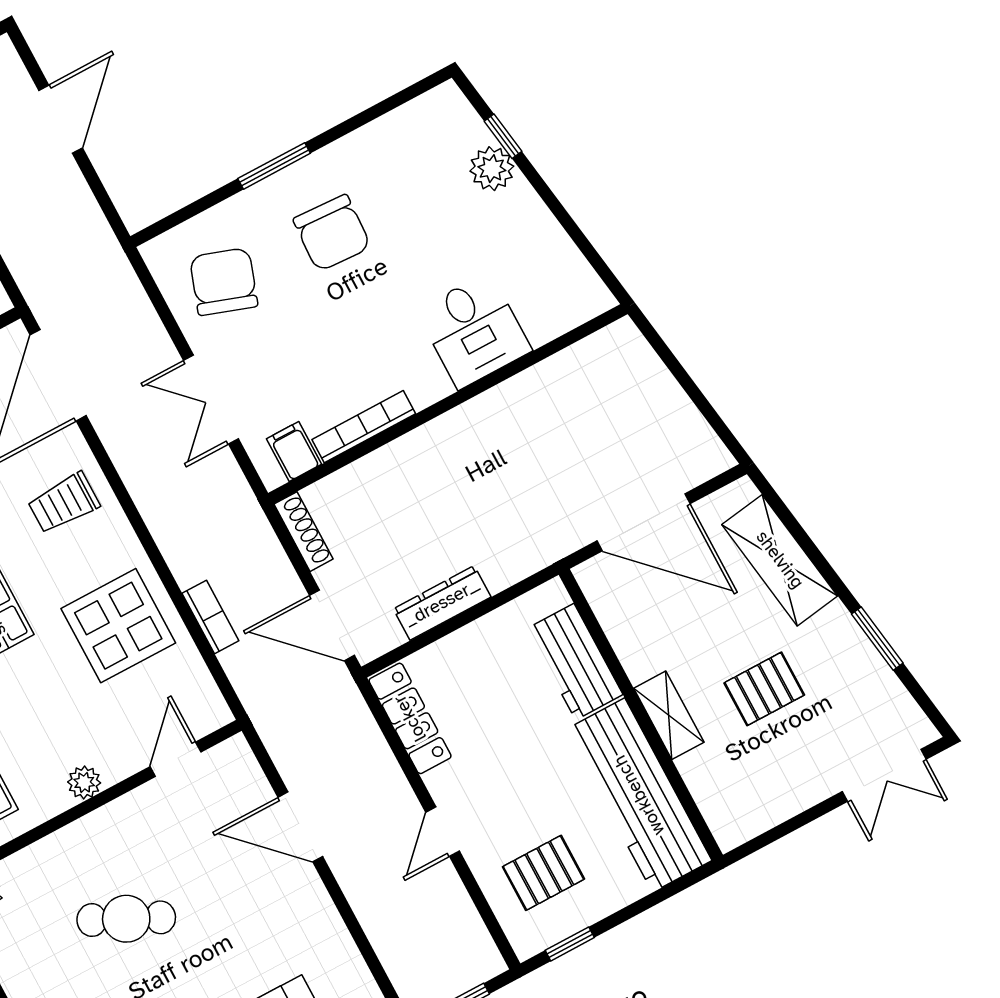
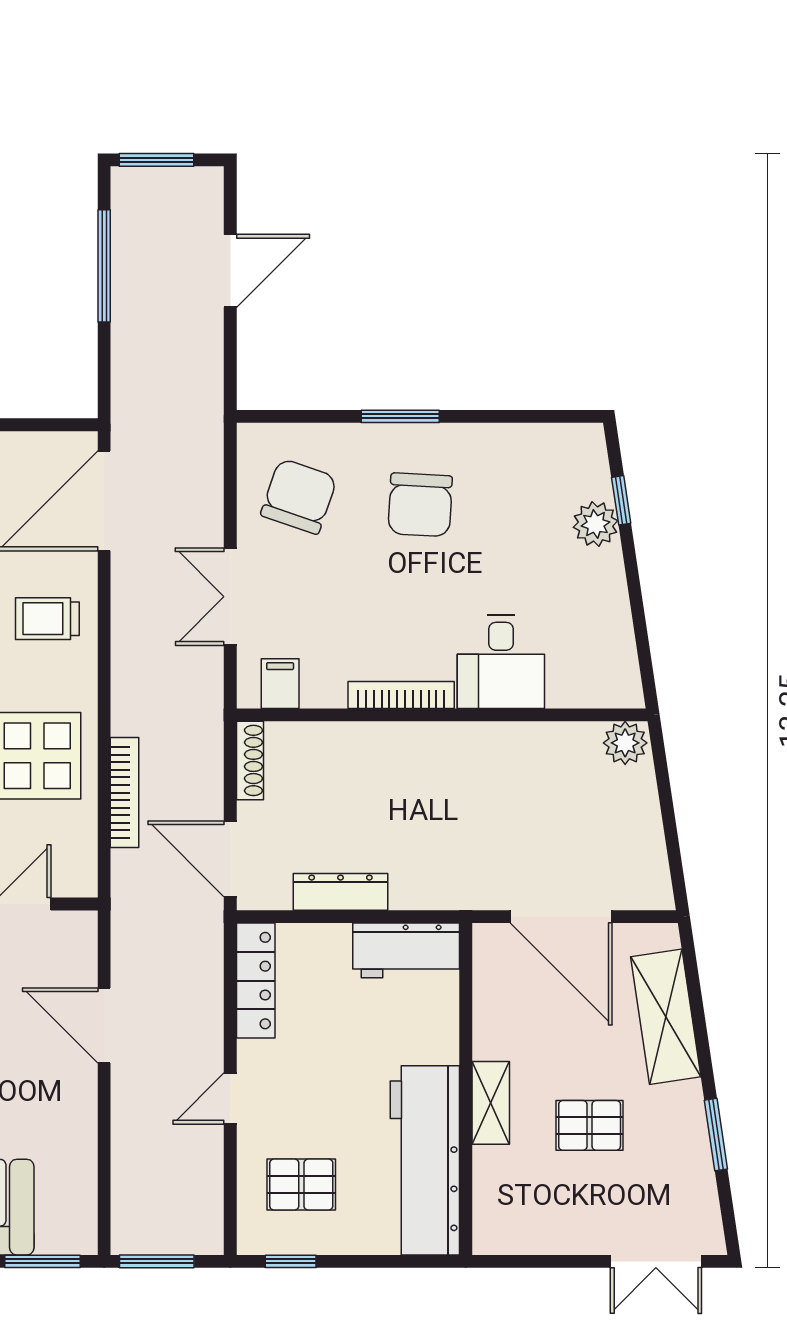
plant: (618, 343) -> (625, 743), added
bookcase: (364, 427) -> (401, 695), moved
bookcase: (210, 617) -> (125, 793), width x1.56
workbench: (575, 662) -> (406, 950), moved, turned -90

